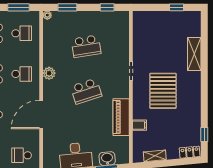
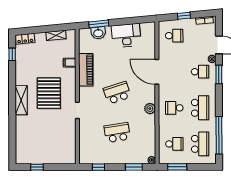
school desk: (22, 33) -> (174, 144), turned 180
shelving: (194, 54) -> (21, 100), moved
door: (41, 114) -> (157, 72), swing flipped

